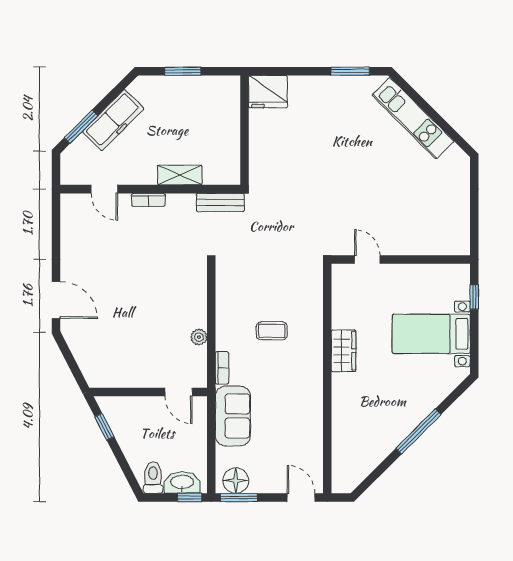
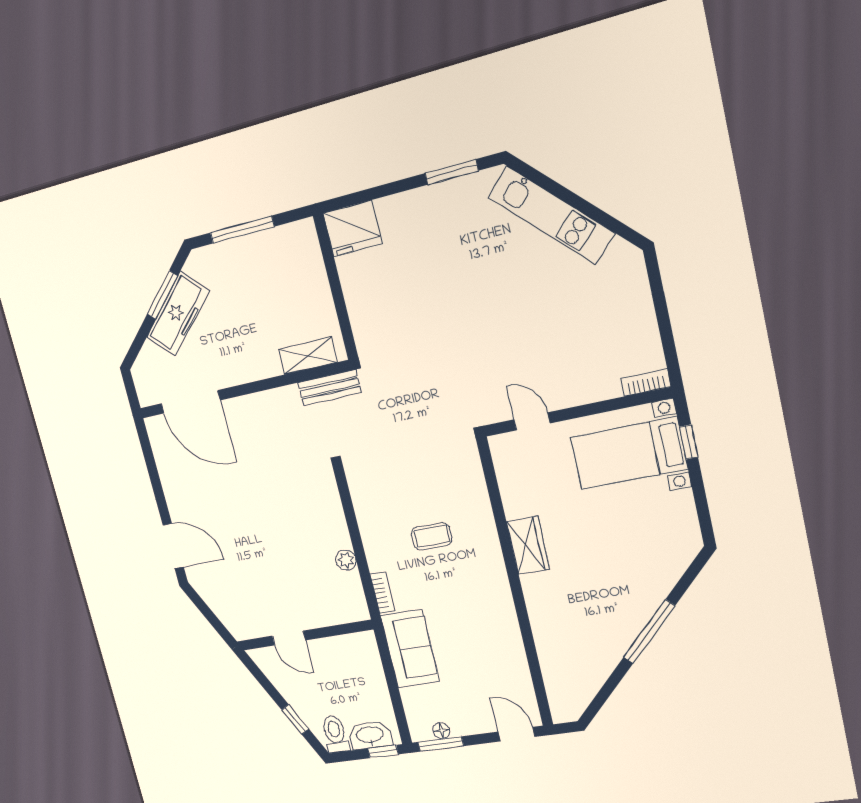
window: (183, 71) -> (242, 230), width x1.44
window: (81, 127) -> (162, 295), moved
shelving: (180, 175) -> (308, 356), moved
door: (104, 189) -> (191, 402), width x1.88
bookcase: (148, 200) -> (646, 382), moved, turned 180
bed with nightstands: (431, 334) -> (629, 453), moved
door: (179, 392) -> (289, 638), moved
window: (104, 427) -> (295, 719), moved
floor lamp: (236, 481) -> (441, 731), width x0.53, depth x0.53

